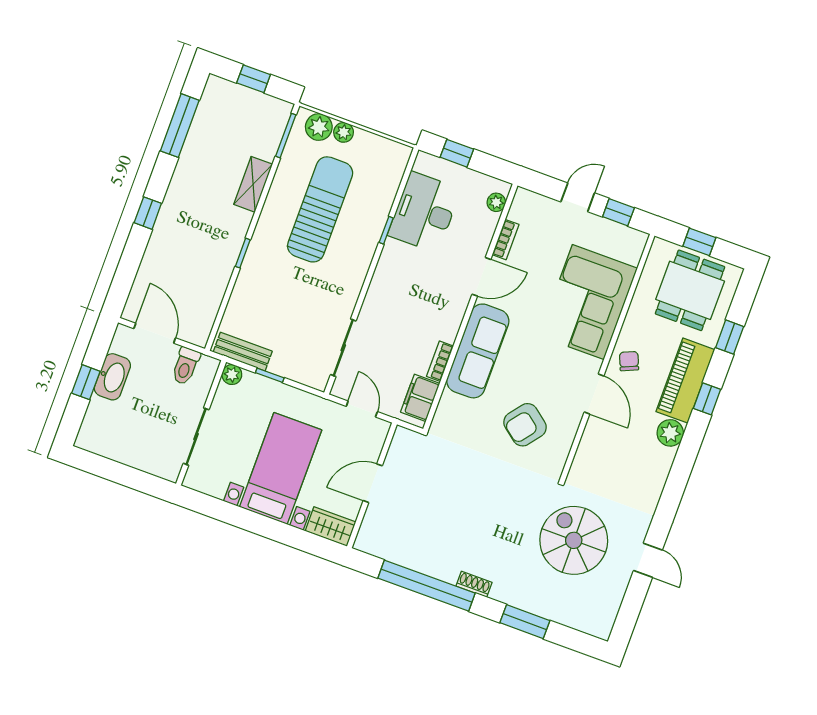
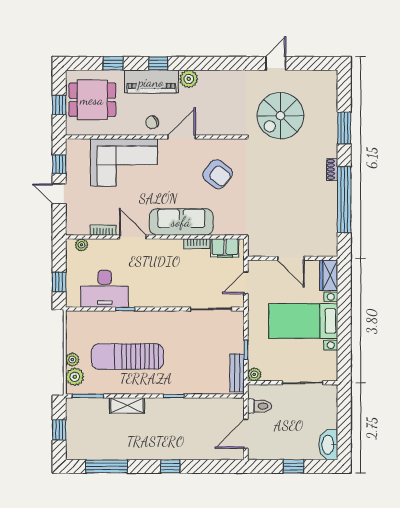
washbasin: (112, 377) -> (328, 445), moved, turned -90

